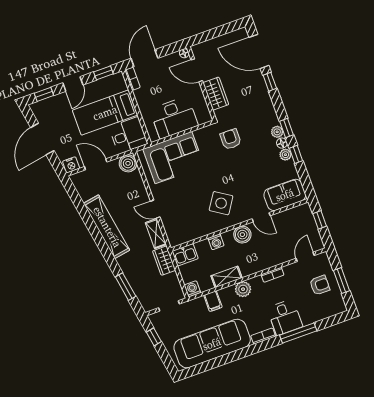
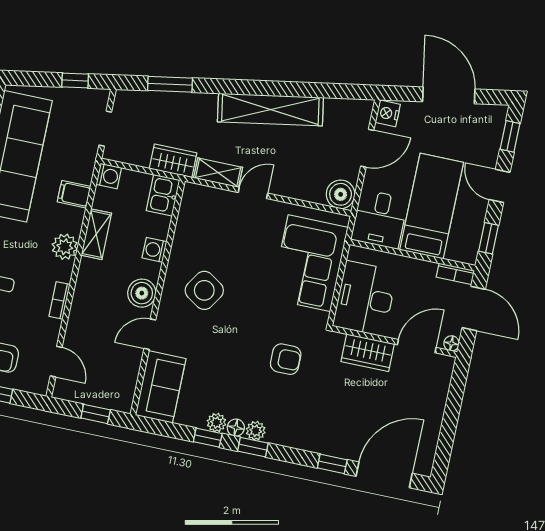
floor lamp: (184, 53) -> (451, 343), moved
door: (197, 70) -> (417, 346), moved
wall: (201, 83) -> (394, 341), moved
wardrobe: (216, 94) -> (368, 353), moved

